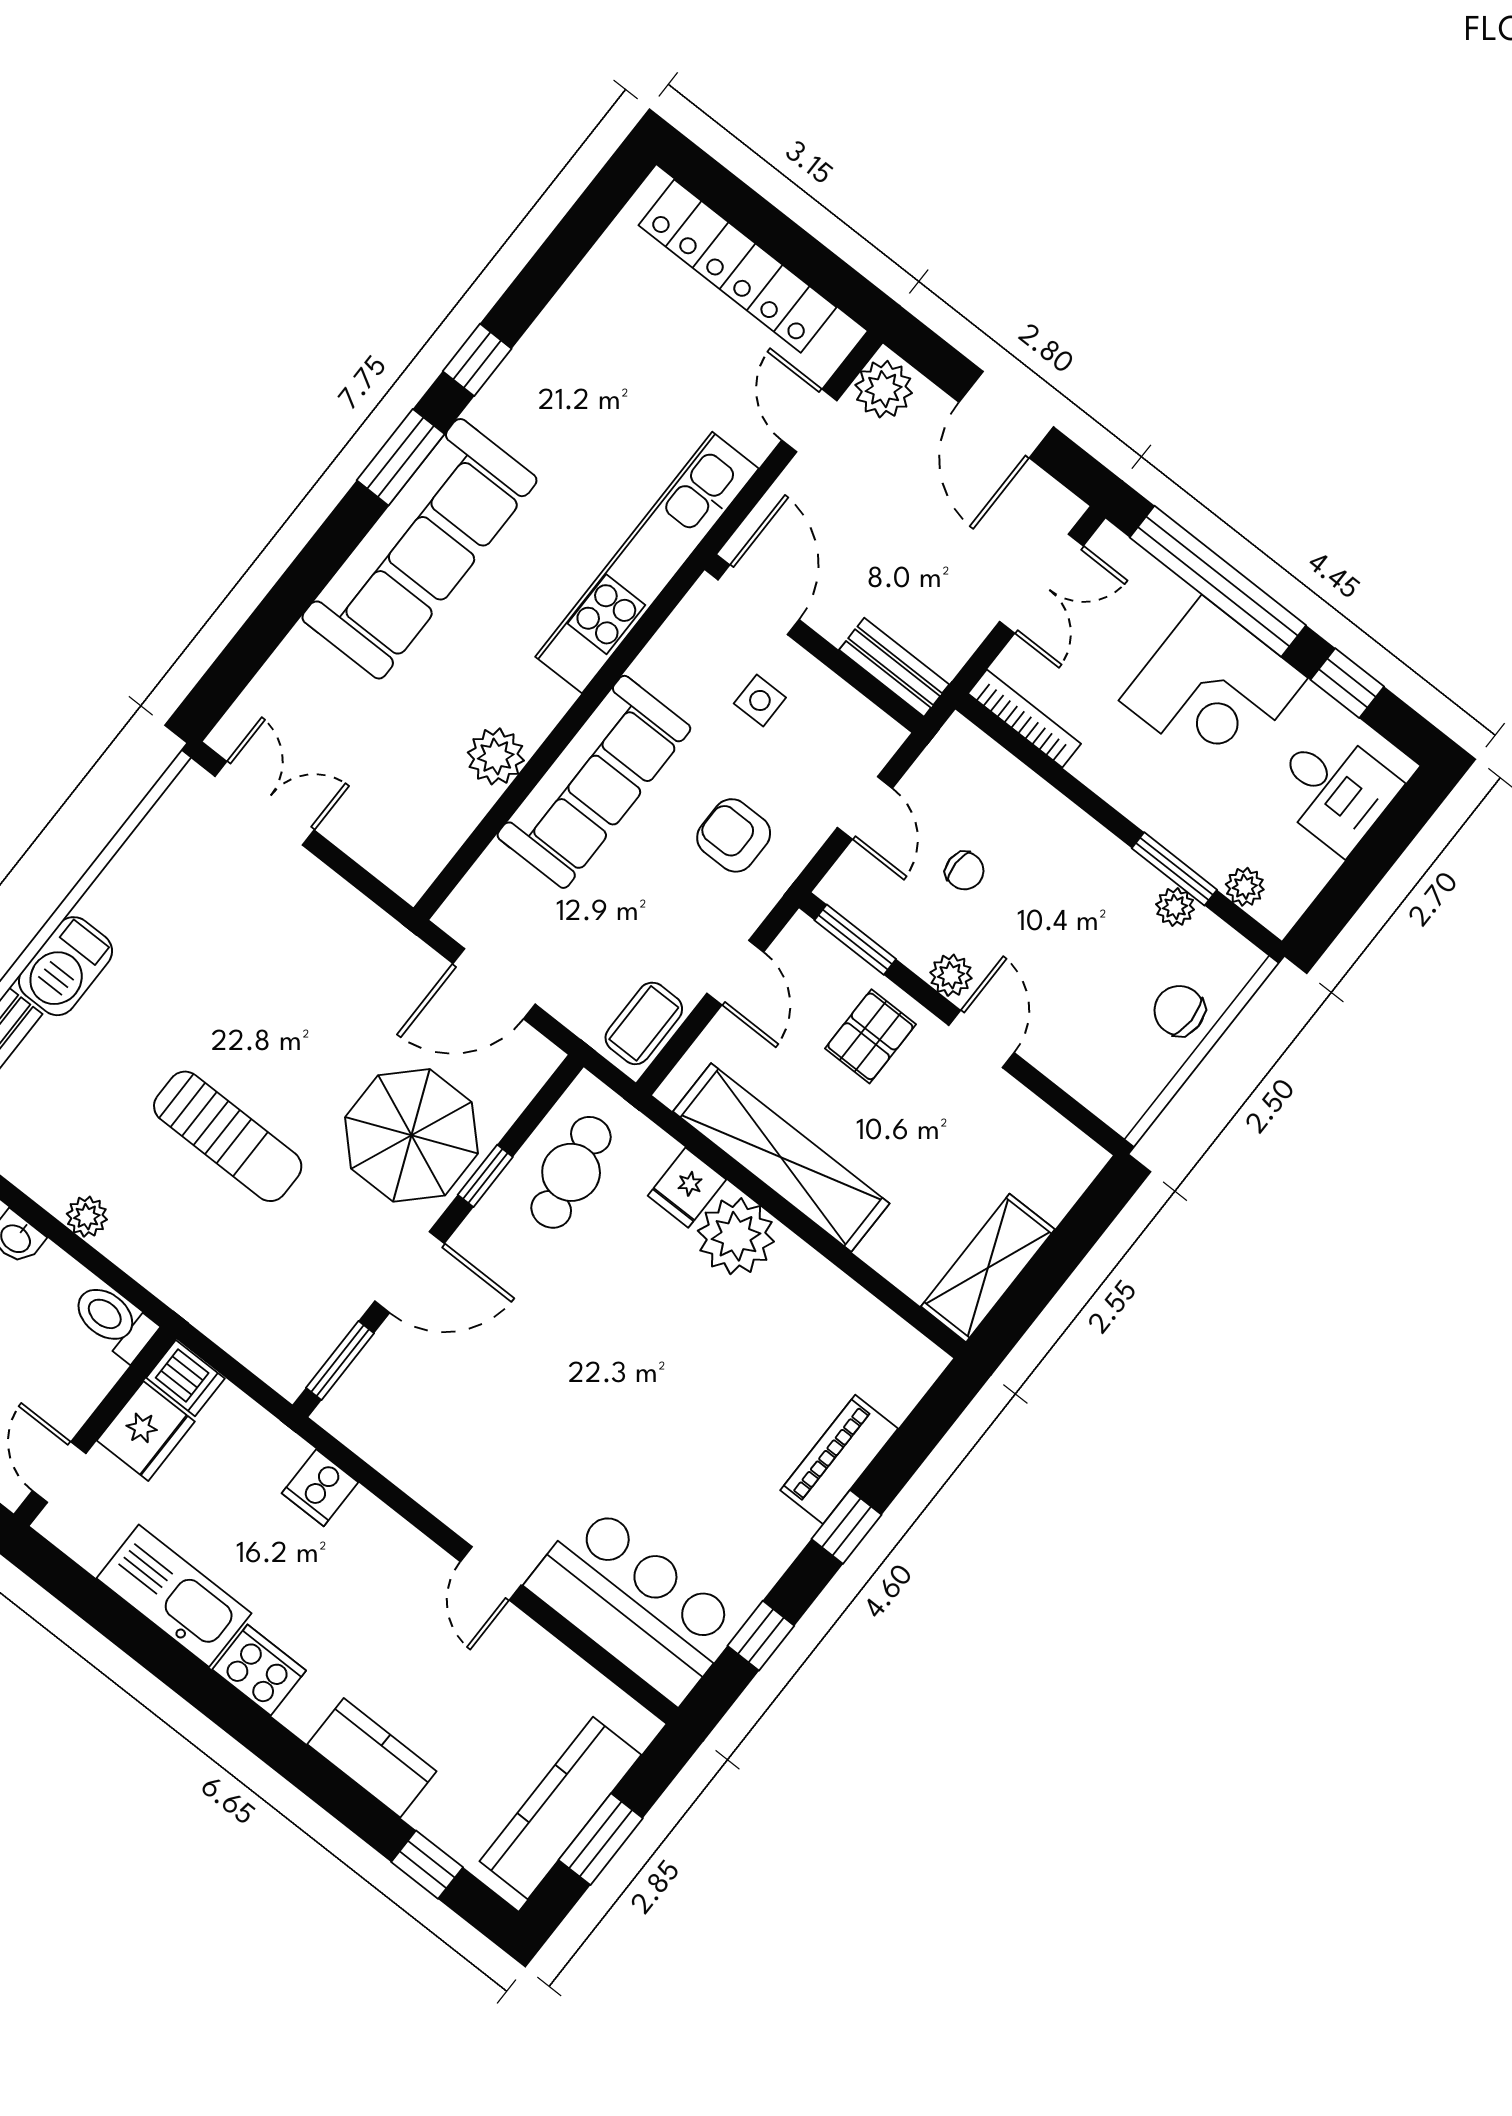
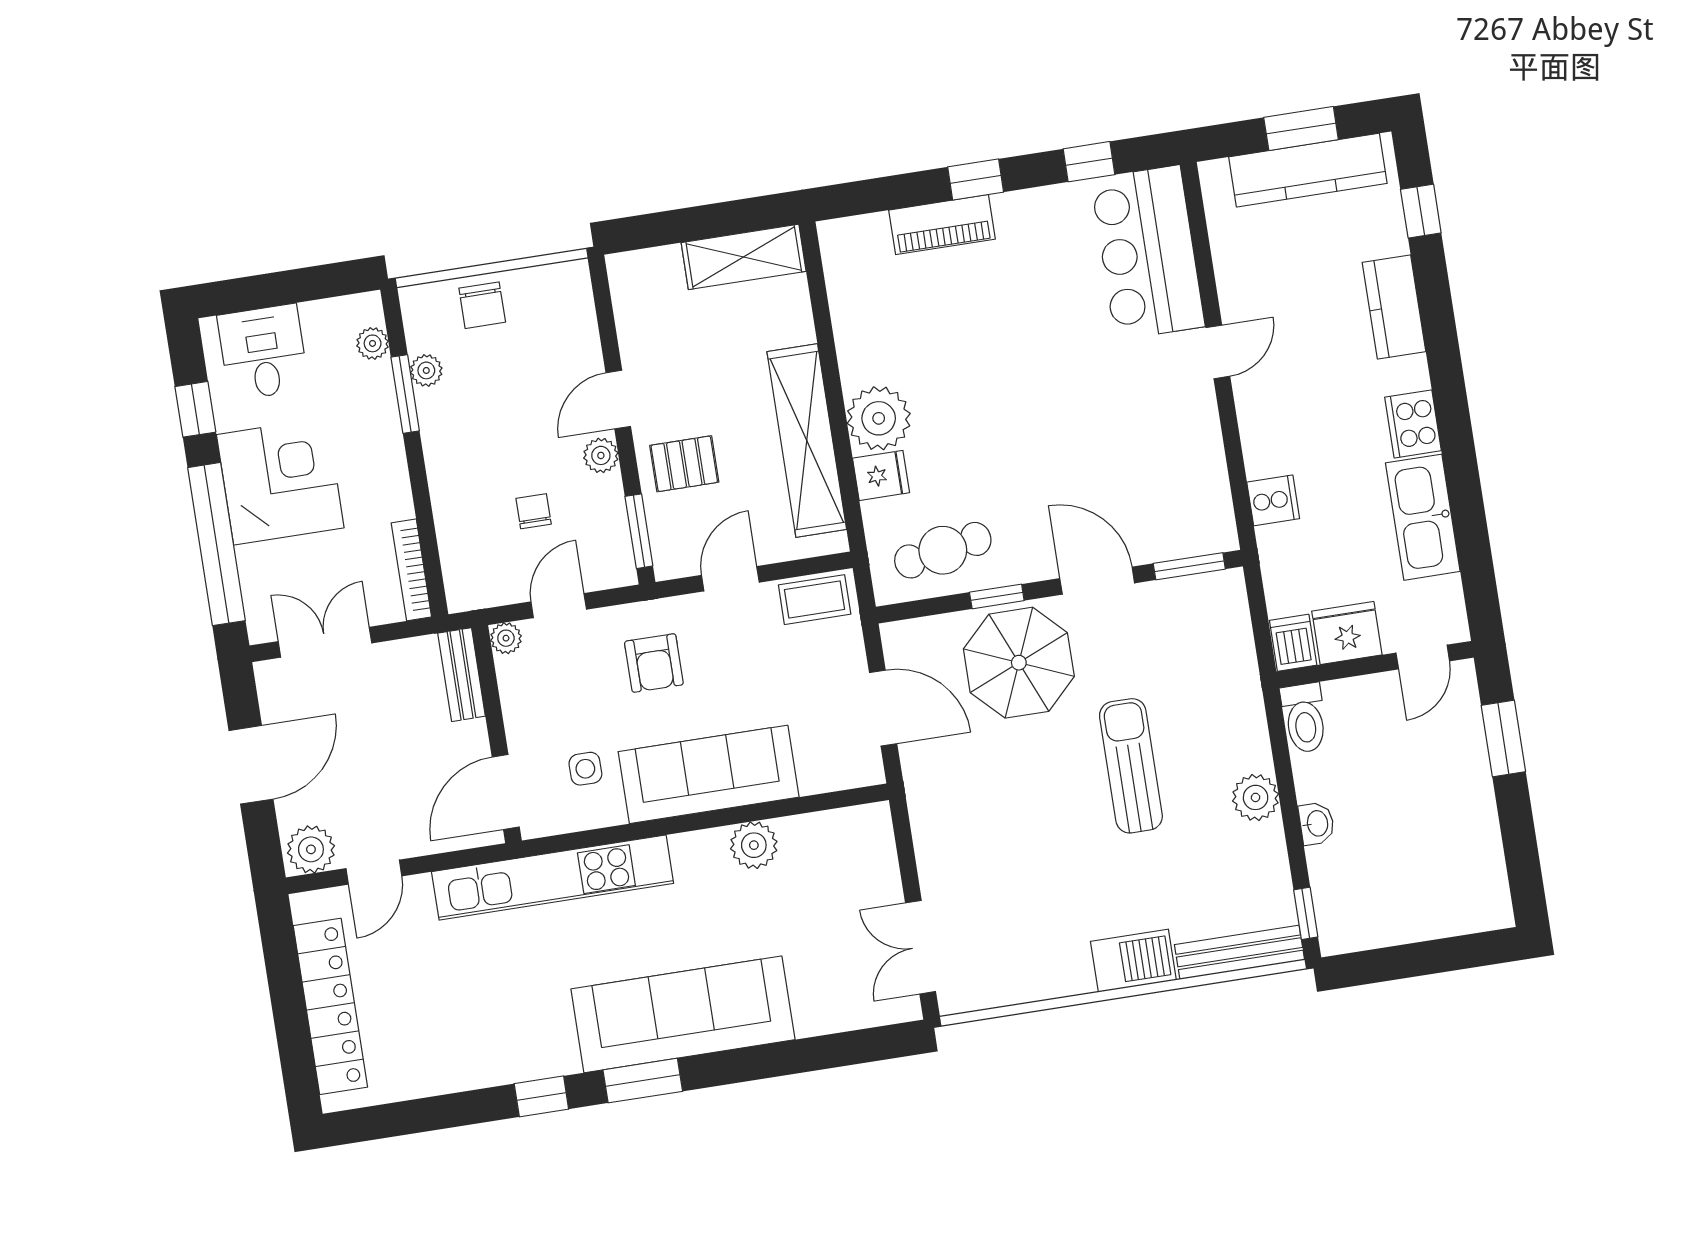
side table: (760, 700) -> (585, 769), moved
plant: (885, 736) -> (506, 638), added
plant: (87, 1217) -> (1256, 797), width x1.38, depth x1.38

